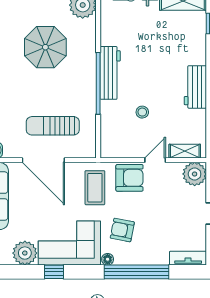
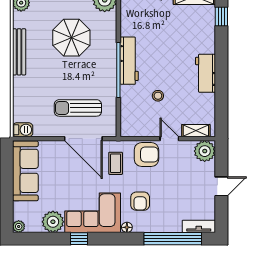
door: (43, 160) -> (83, 139), moved
door: (155, 160) -> (169, 139), hinge flipped
coffee table: (95, 188) -> (116, 163), width x0.73, depth x0.77
armchair: (122, 230) -> (140, 201), turned -101
window: (136, 272) -> (173, 239), moved

